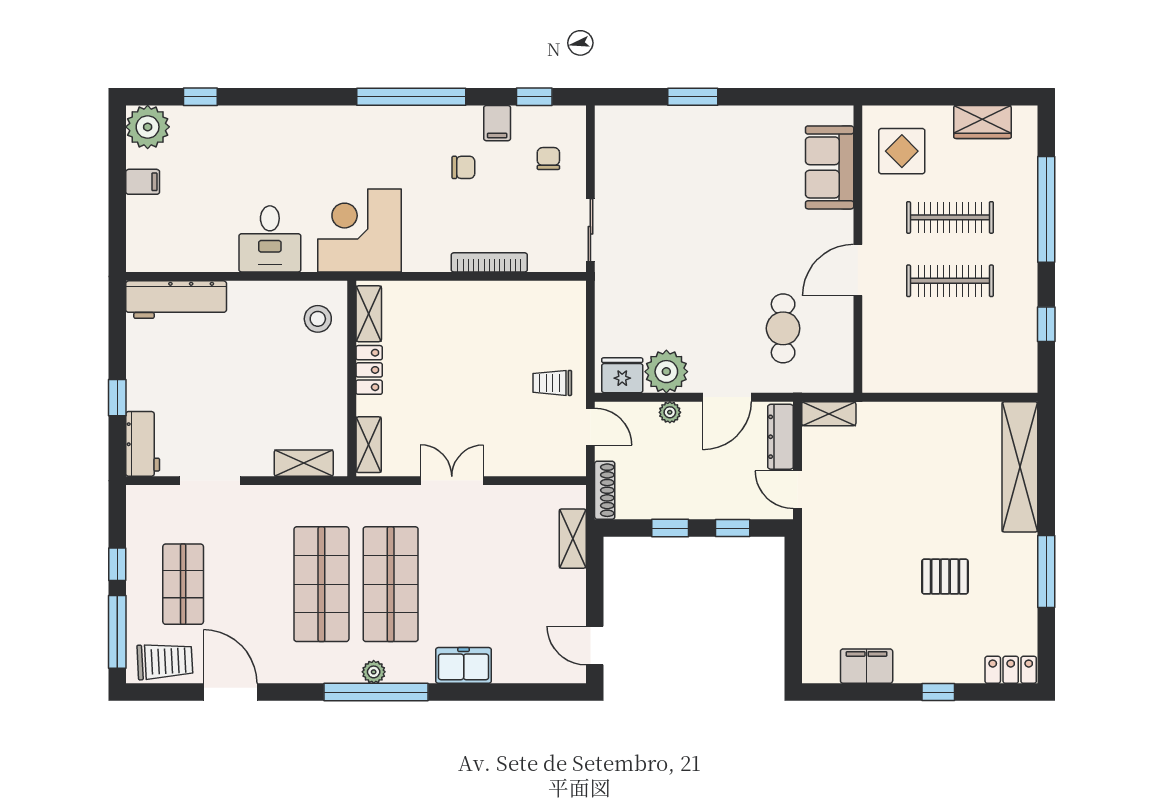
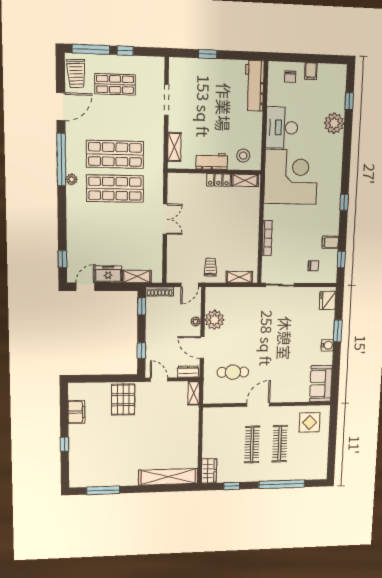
window: (411, 97) -> (344, 202), width x0.32
water cooler: (725, 119) -> (327, 345), added
wardrobe: (982, 122) -> (209, 471), moved, turned 180
plant: (148, 127) -> (334, 123), moved
chair: (463, 167) -> (290, 77), moved
sofa: (830, 167) -> (321, 384), moved, turned -90
corner desk: (360, 231) -> (291, 177), width x1.36, depth x1.36
desk: (270, 239) -> (282, 128), width x1.37
door: (858, 270) -> (258, 405), hinge flipped
fridge: (622, 375) -> (328, 300), moved, turned 180
dresser: (780, 437) -> (188, 372), width x0.70
workbench: (143, 444) -> (212, 161), moved, turned 180
shelving: (369, 445) -> (239, 277), moved
door: (798, 490) -> (159, 380), hinge flipped
window: (670, 528) -> (142, 306), moved
window: (1046, 571) -> (103, 490), moved
pallet: (945, 577) -> (123, 400), moved, width x1.50, depth x1.42
freezer: (464, 665) -> (108, 274), moved, turned -90
locker: (1011, 670) -> (75, 476), removed
window: (376, 692) -> (61, 160), moved
window: (537, 692) -> (62, 259), added

